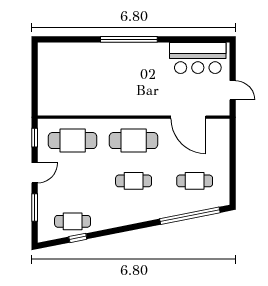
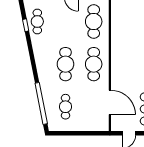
door: (188, 117) -> (110, 102), swing flipped
cafe table: (134, 181) -> (65, 64), width x1.37, depth x1.35

